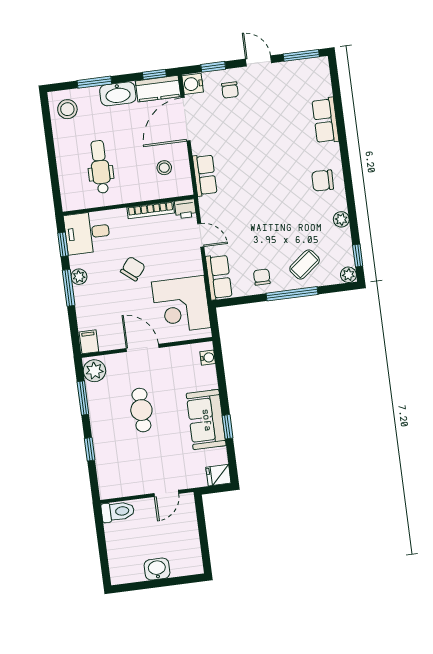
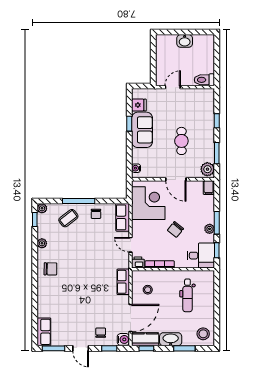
row of seats: (325, 120) -> (44, 332), moved
fridge: (218, 475) -> (139, 105), moved

